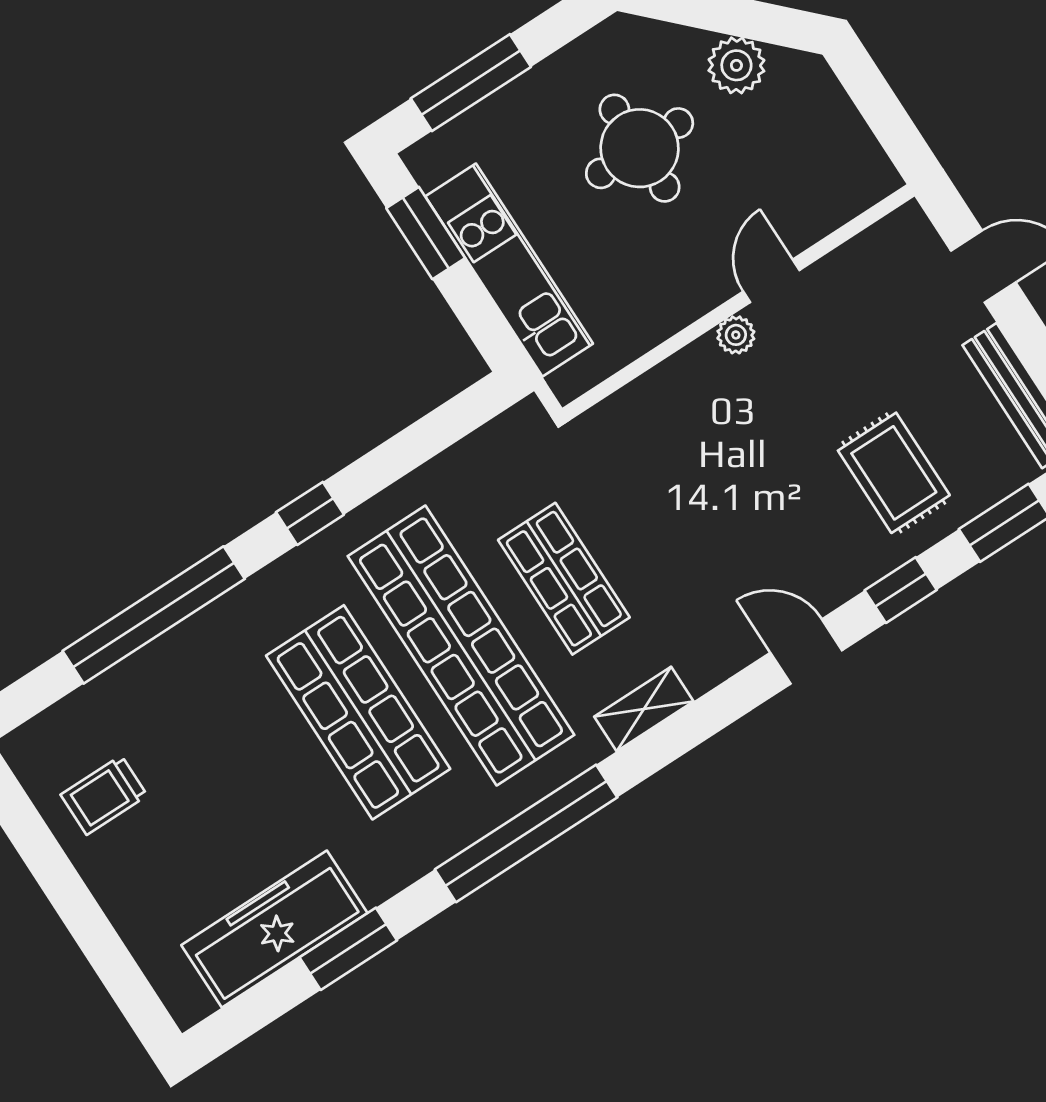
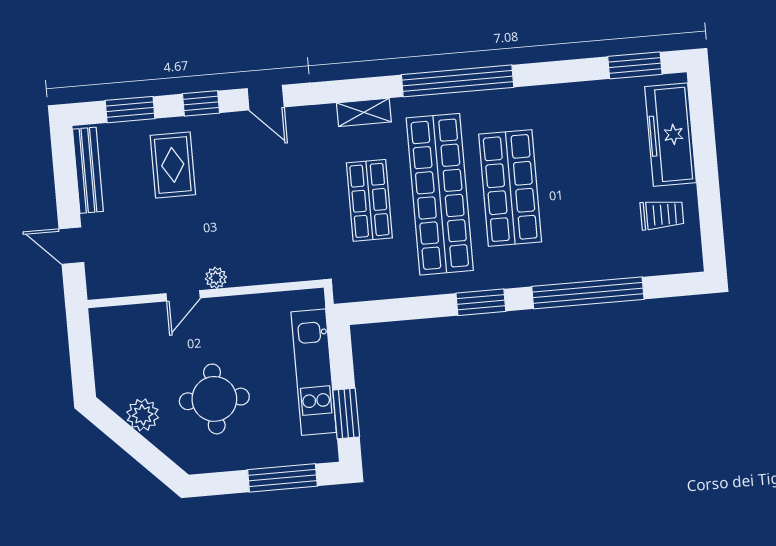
window: (310, 513) -> (481, 302), width x1.50
freezer: (274, 929) -> (671, 135), moved, turned 90
window: (348, 949) -> (635, 65), moved

